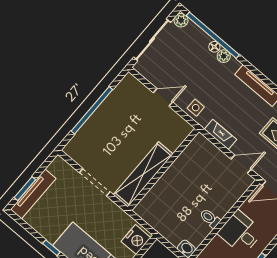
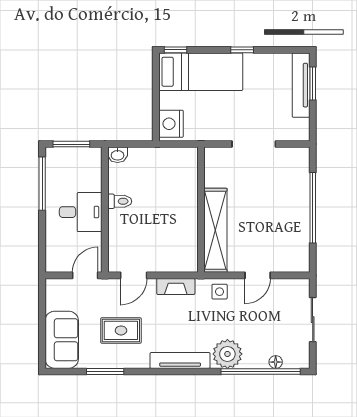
plant: (181, 20) -> (301, 360), removed
sliding door: (152, 40) -> (313, 320), width x0.73
floor lamp: (214, 47) -> (276, 362), moved
plant: (224, 56) -> (227, 354), width x1.88, depth x1.88
shelving: (143, 174) -> (215, 230), moved

